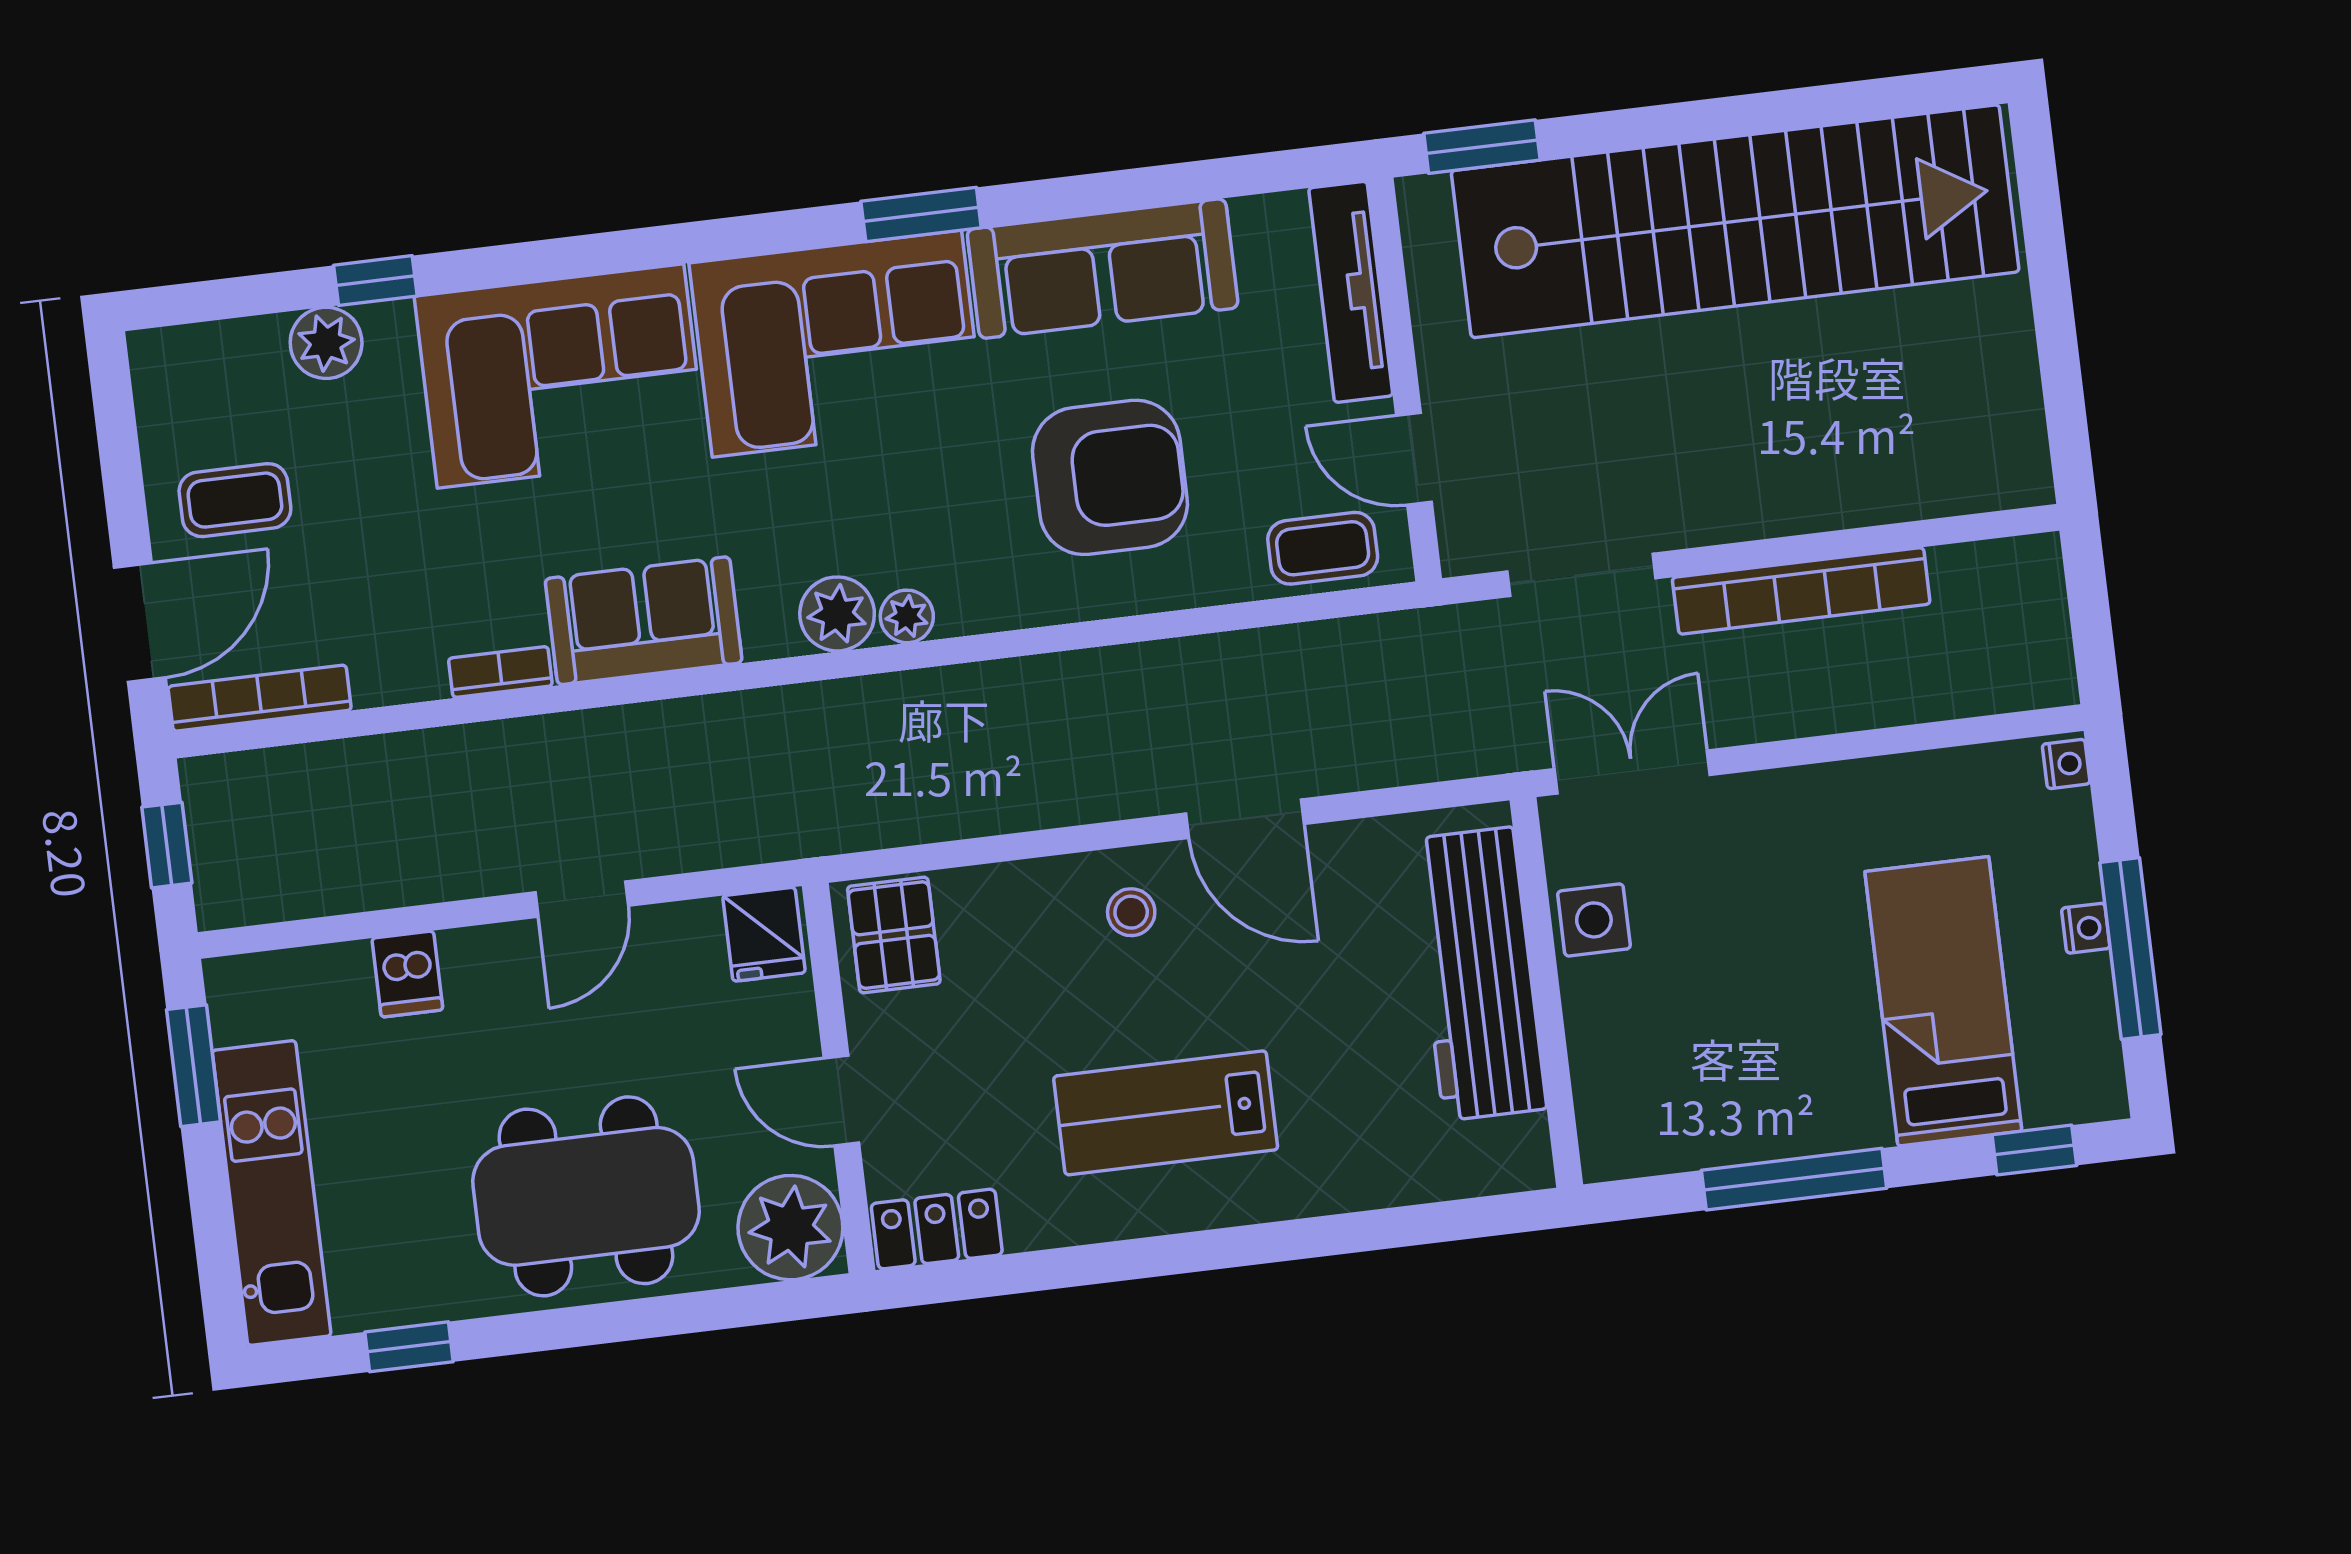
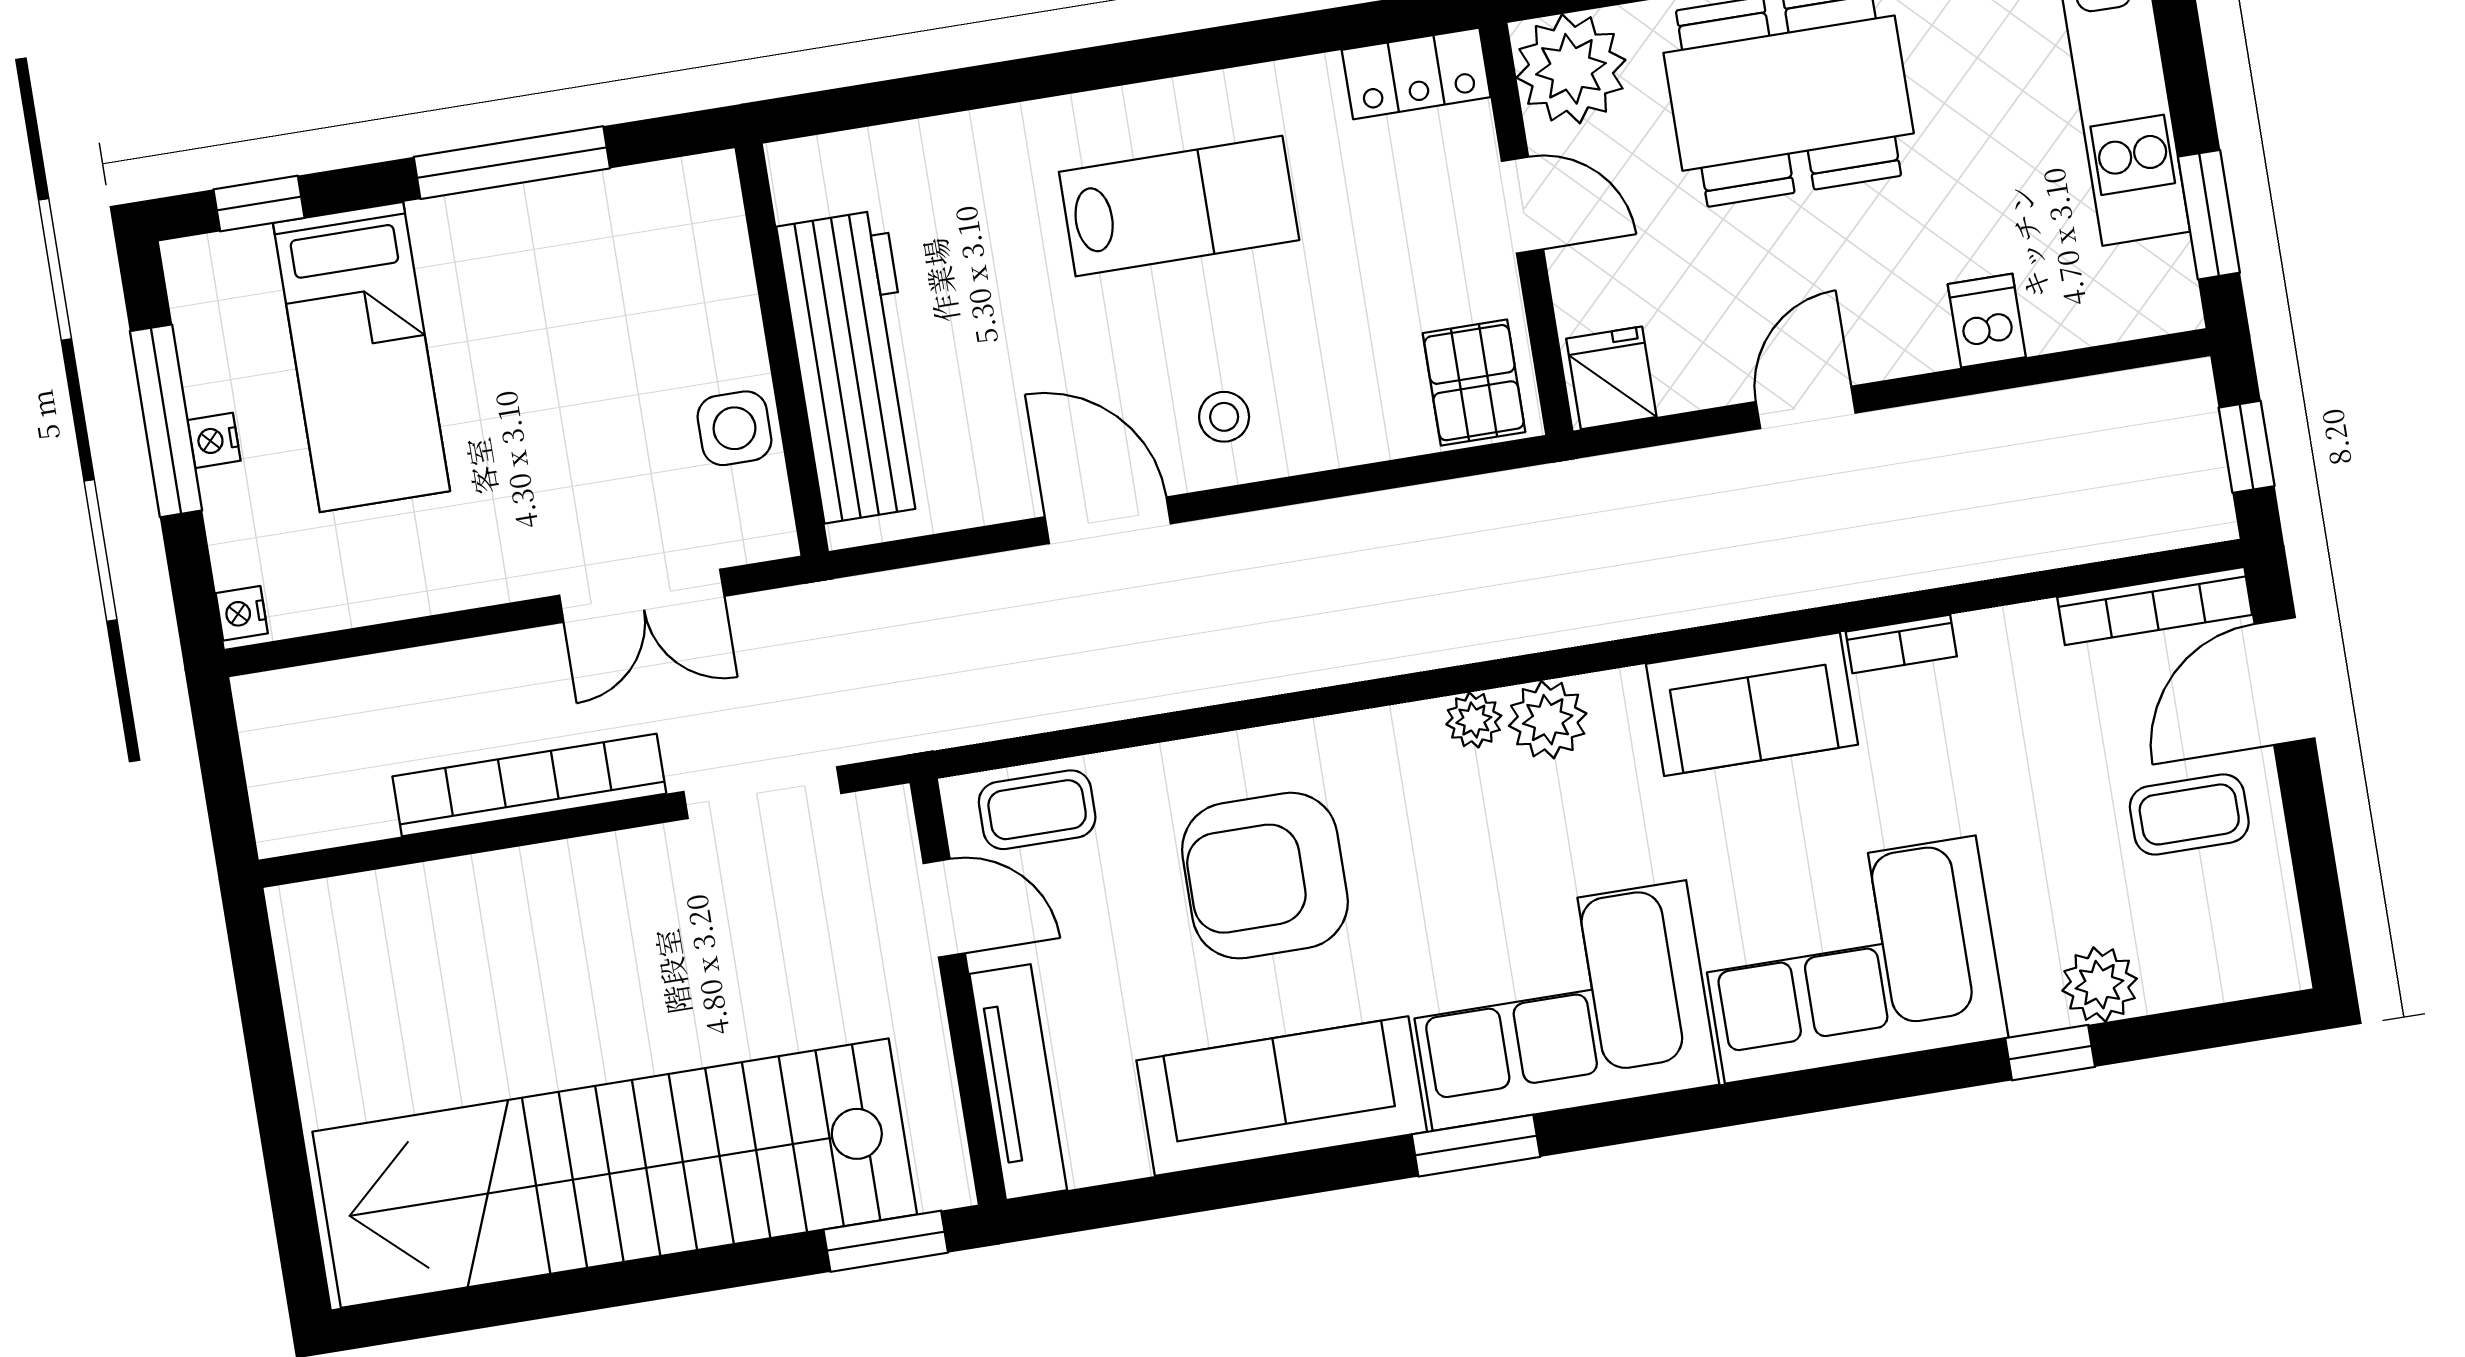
double door: (1632, 772) -> (642, 596), moved

